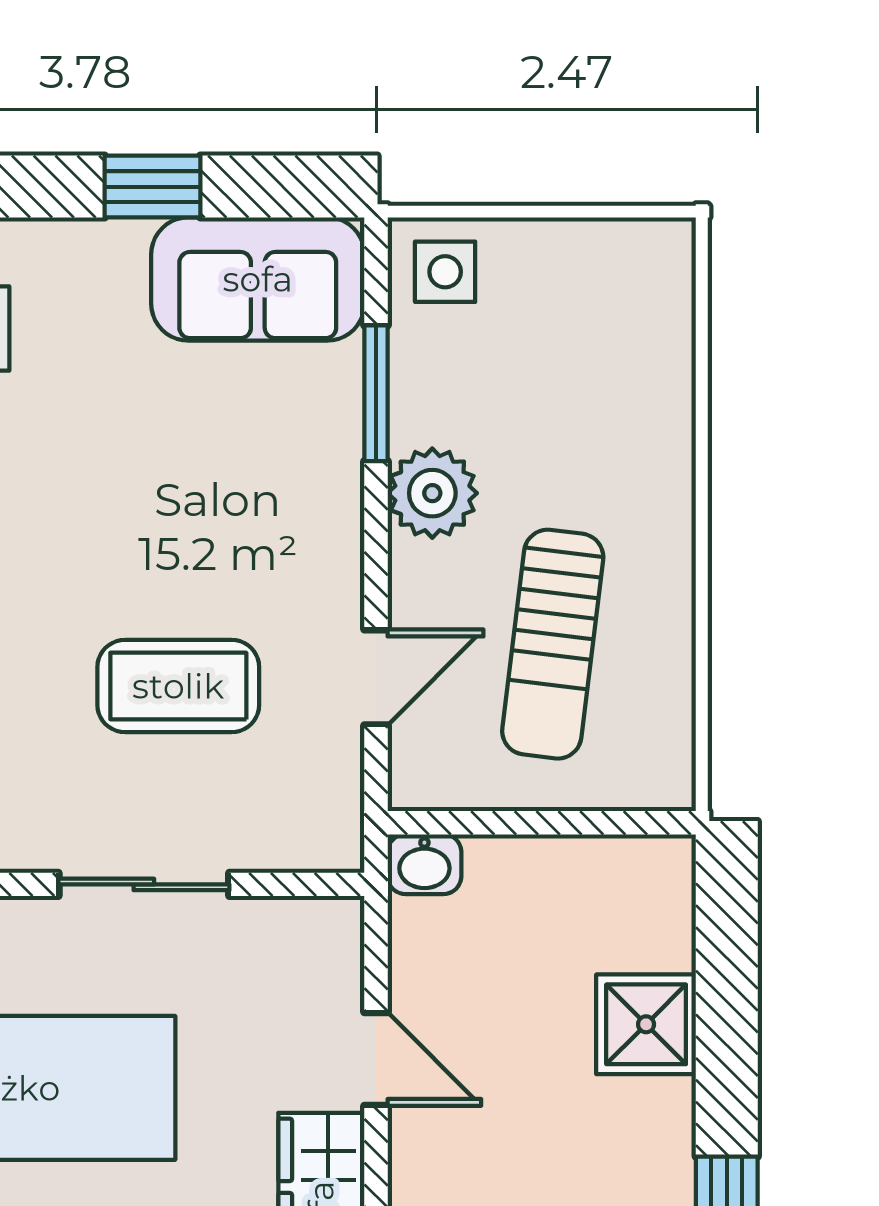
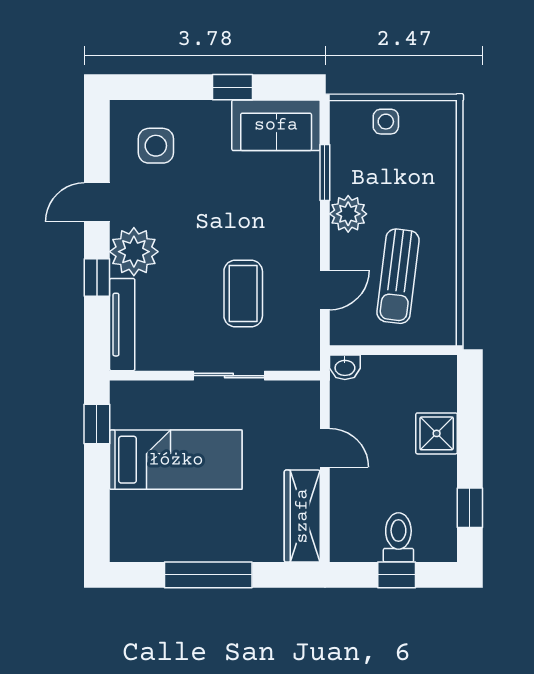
side table: (445, 272) -> (386, 122), moved
coffee table: (178, 686) -> (243, 294), turned 90

